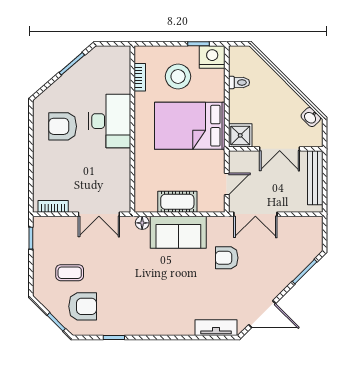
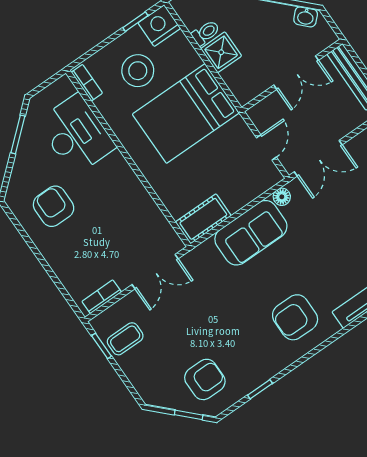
bookcase: (140, 77) -> (87, 83), moved
desk: (110, 121) -> (76, 134), moved
armchair: (63, 126) -> (54, 206), turned 90
shower: (240, 135) -> (221, 52), moved
cot: (177, 202) -> (203, 219), moved
floor lamp: (142, 223) -> (282, 197), moved
armchair: (227, 258) -> (295, 317), moved, width x1.38, depth x1.38
coffee table: (70, 273) -> (125, 339), moved

